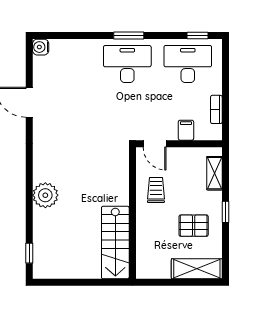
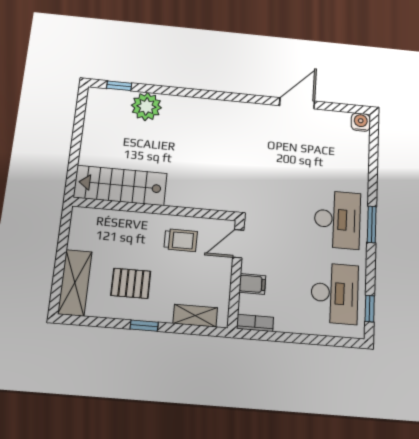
bookcase: (216, 109) -> (255, 323), moved
plant: (45, 195) -> (146, 107), moved
pallet: (194, 226) -> (131, 283), turned 90

